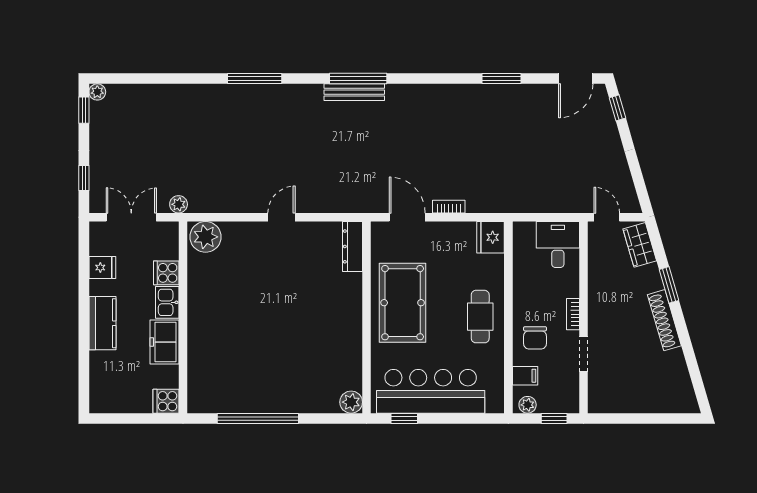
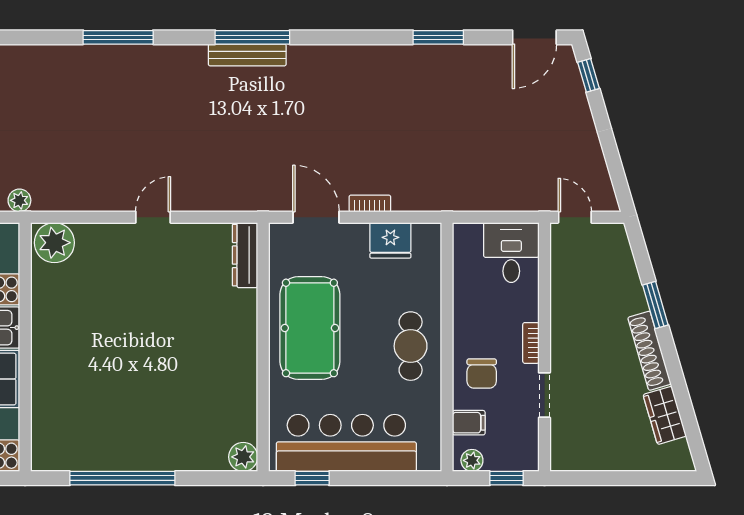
fridge: (490, 237) -> (390, 240), moved, turned -90
wardrobe: (640, 245) -> (665, 415), moved

